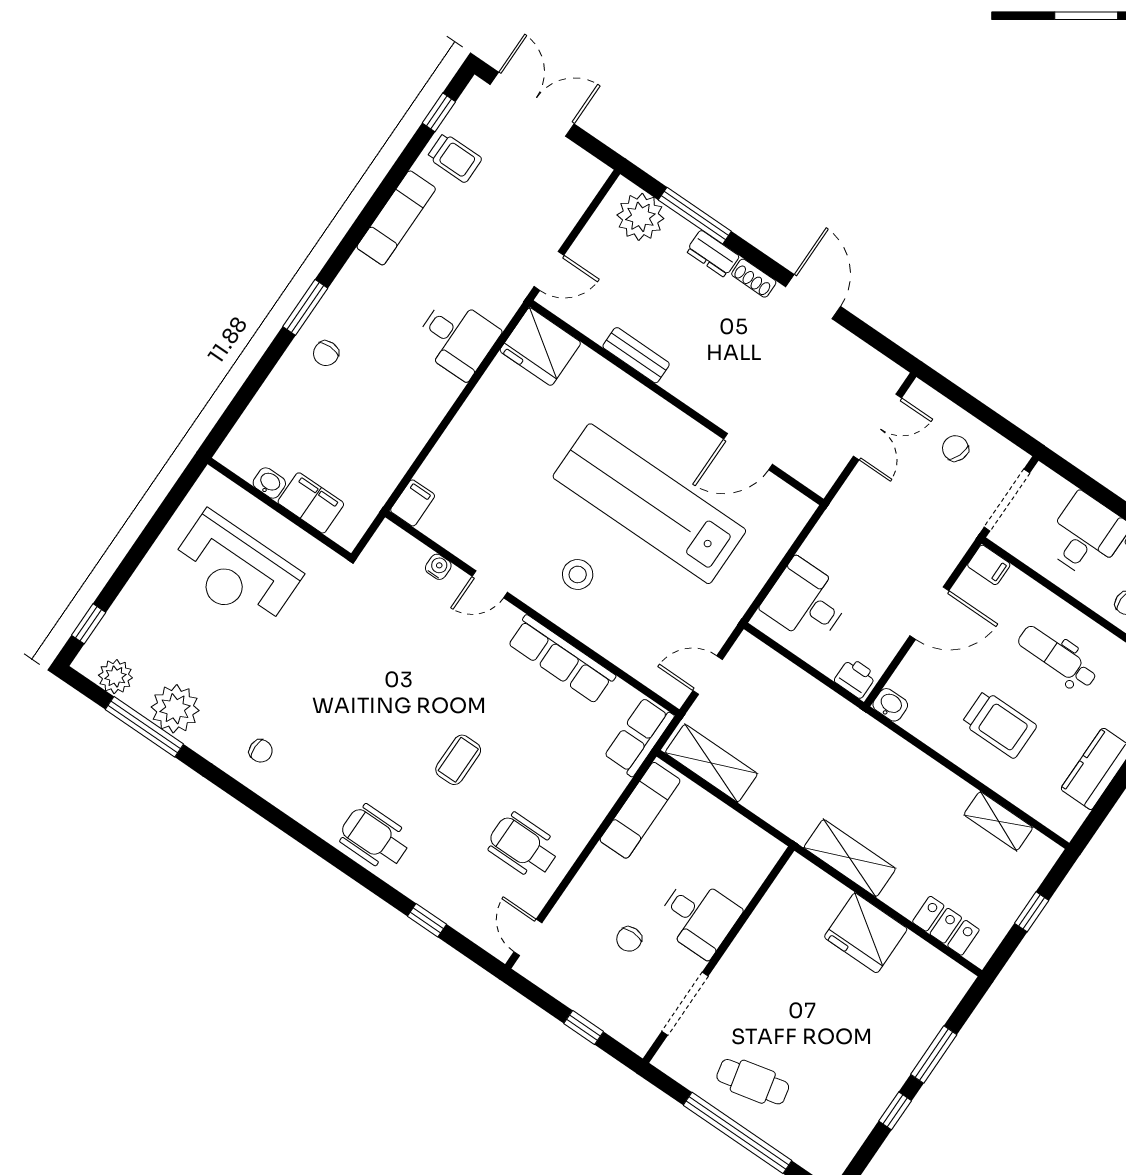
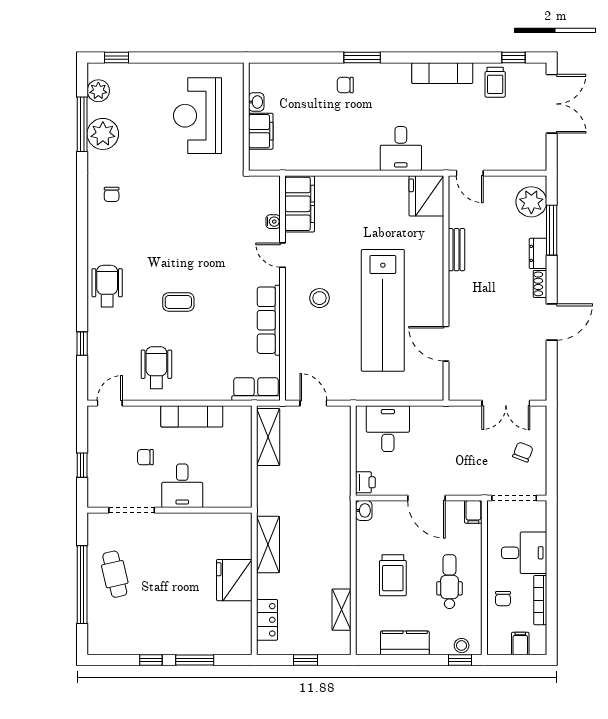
filing cabinet: (413, 503) -> (300, 204), width x3.00, depth x1.17
lab bench: (649, 504) -> (383, 310), turned 180
exam couch: (640, 810) -> (192, 416), moved

